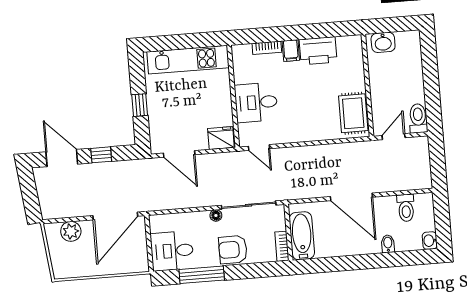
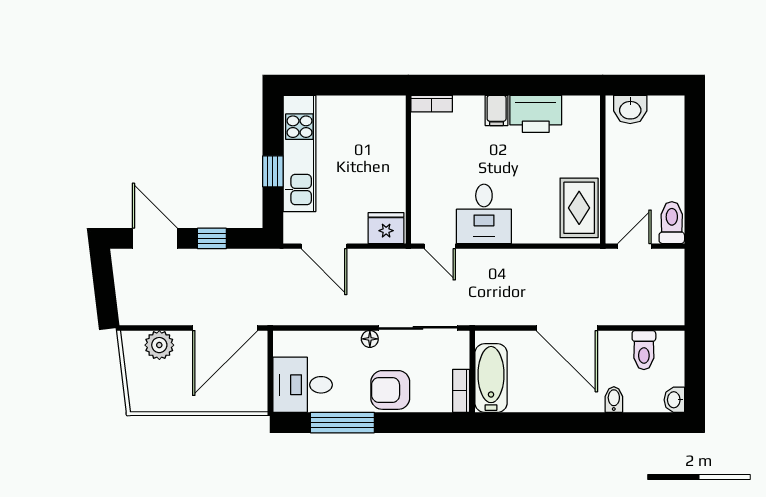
bookcase: (267, 48) -> (432, 104), moved
kitchen unit: (188, 60) -> (299, 153), moved, turned -90
desk: (256, 102) -> (484, 214), moved, turned -90

